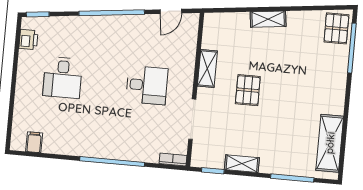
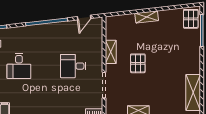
desk: (147, 85) -> (73, 66), turned 180

